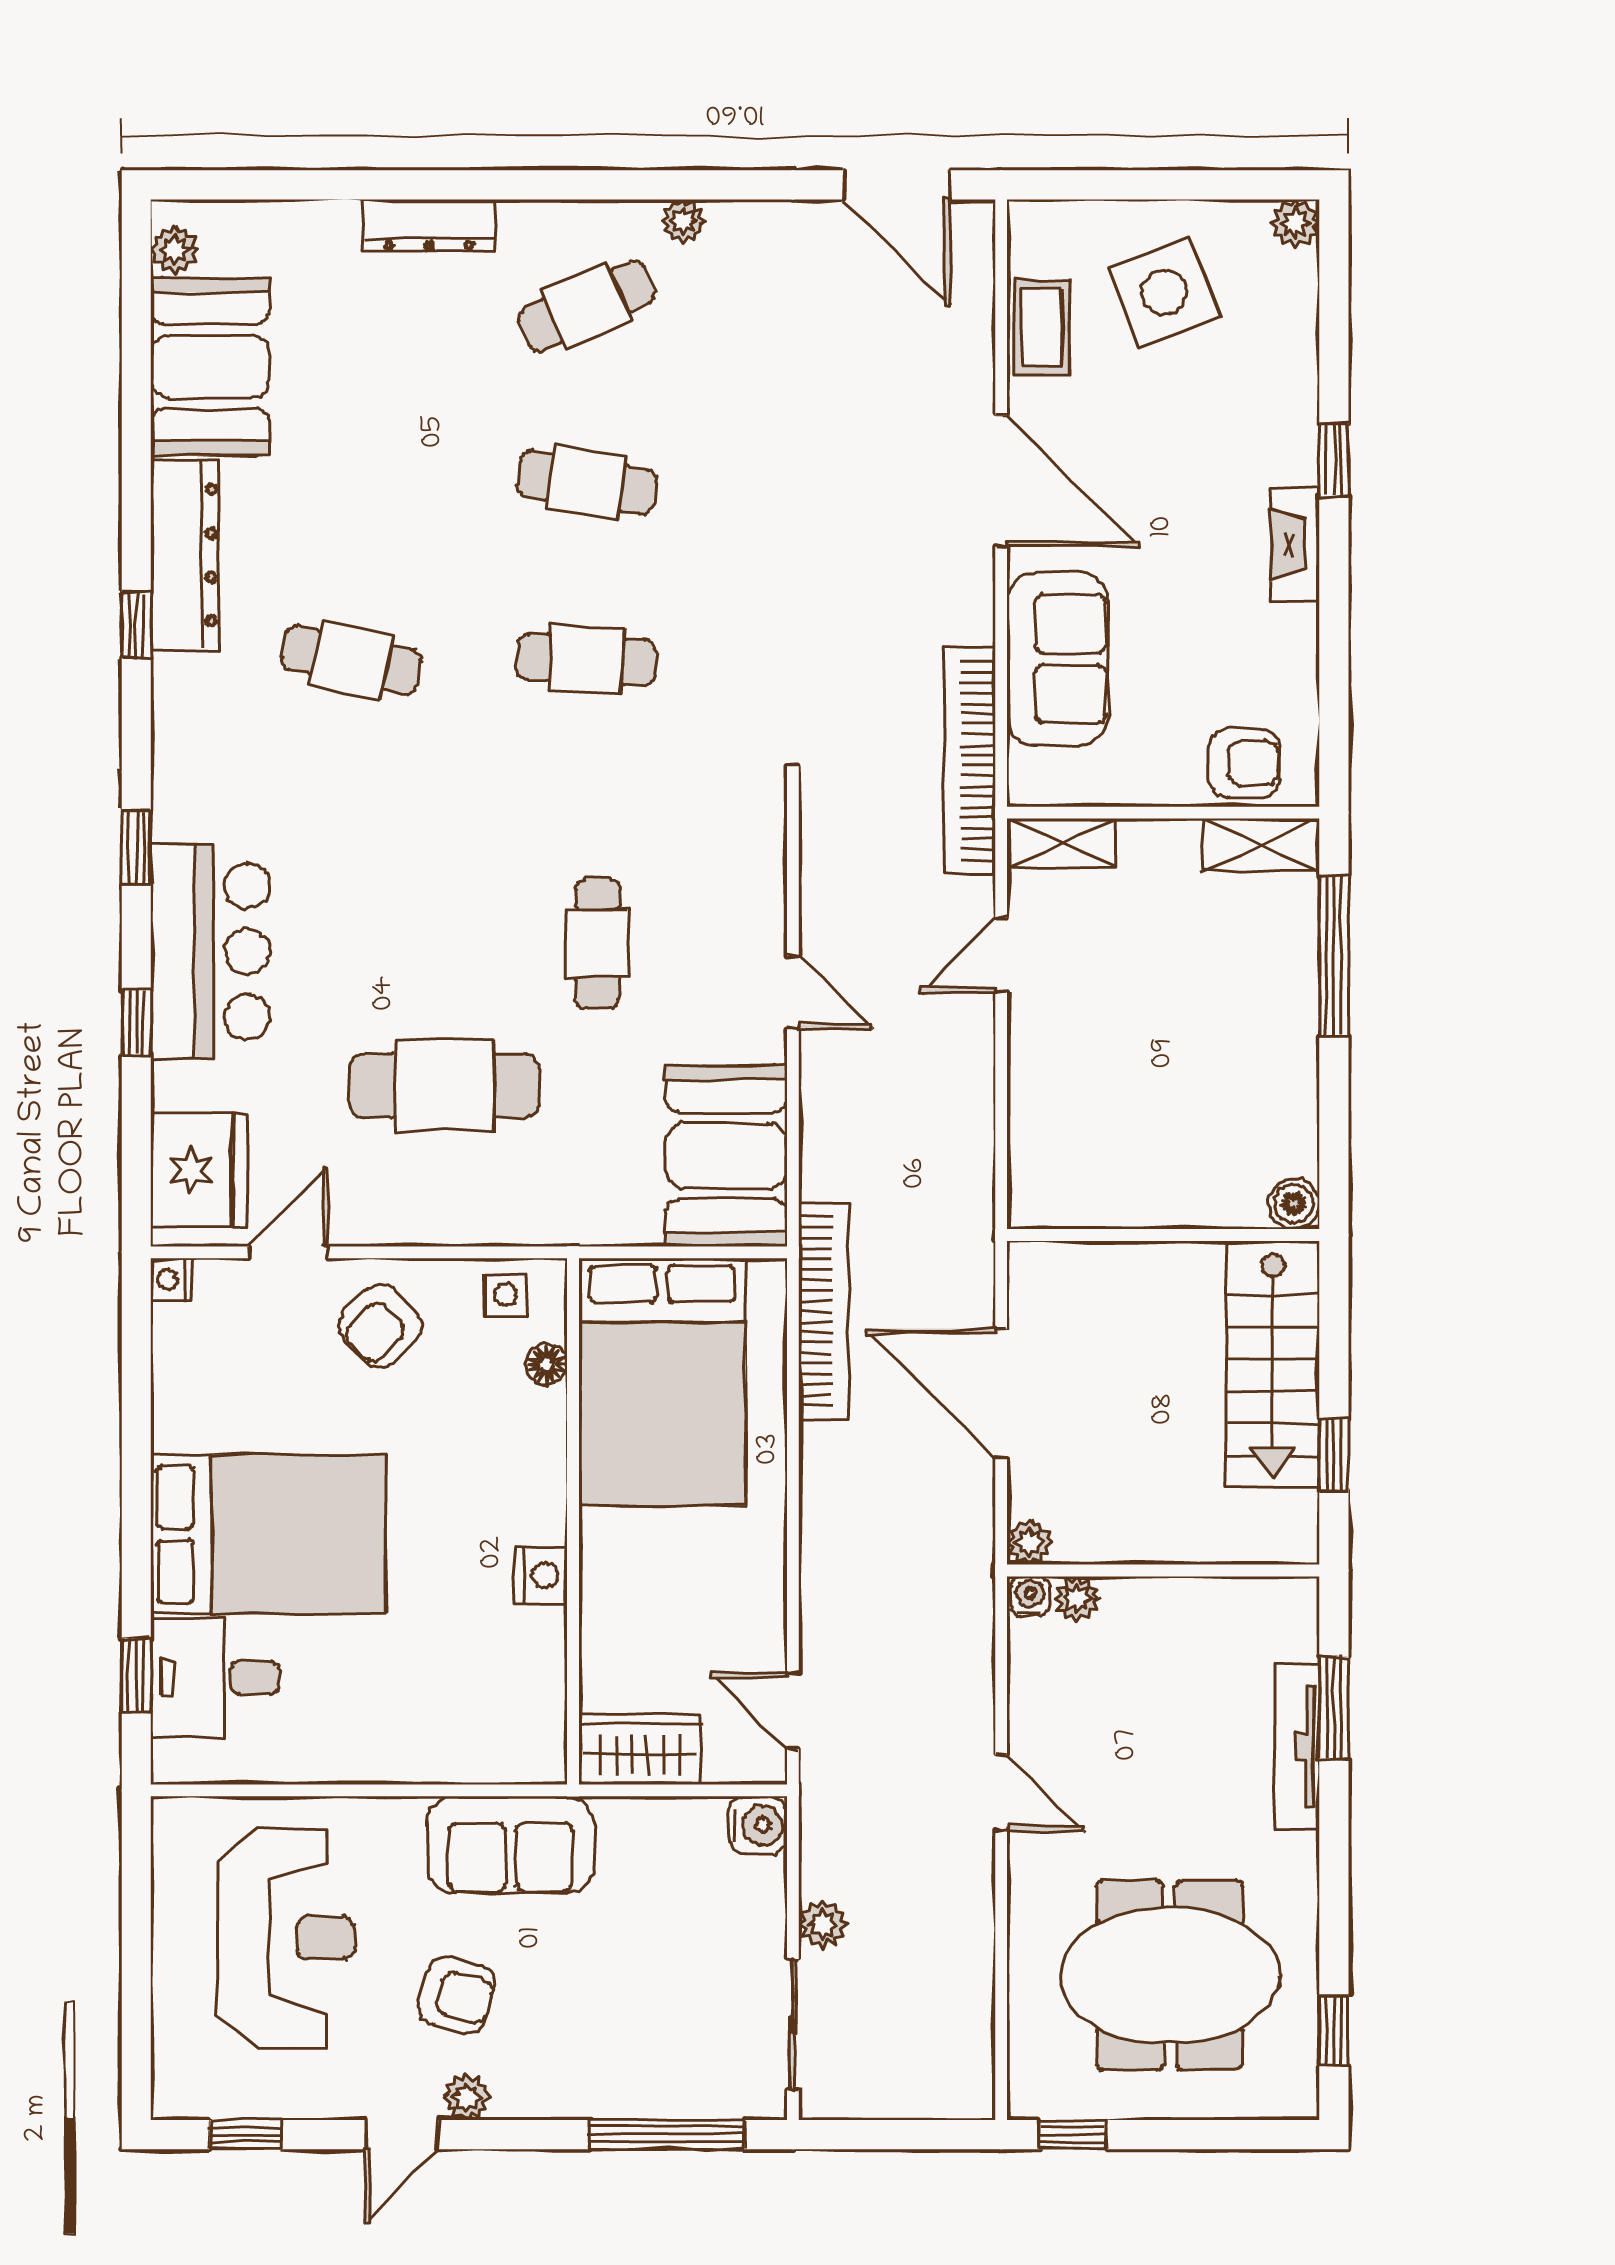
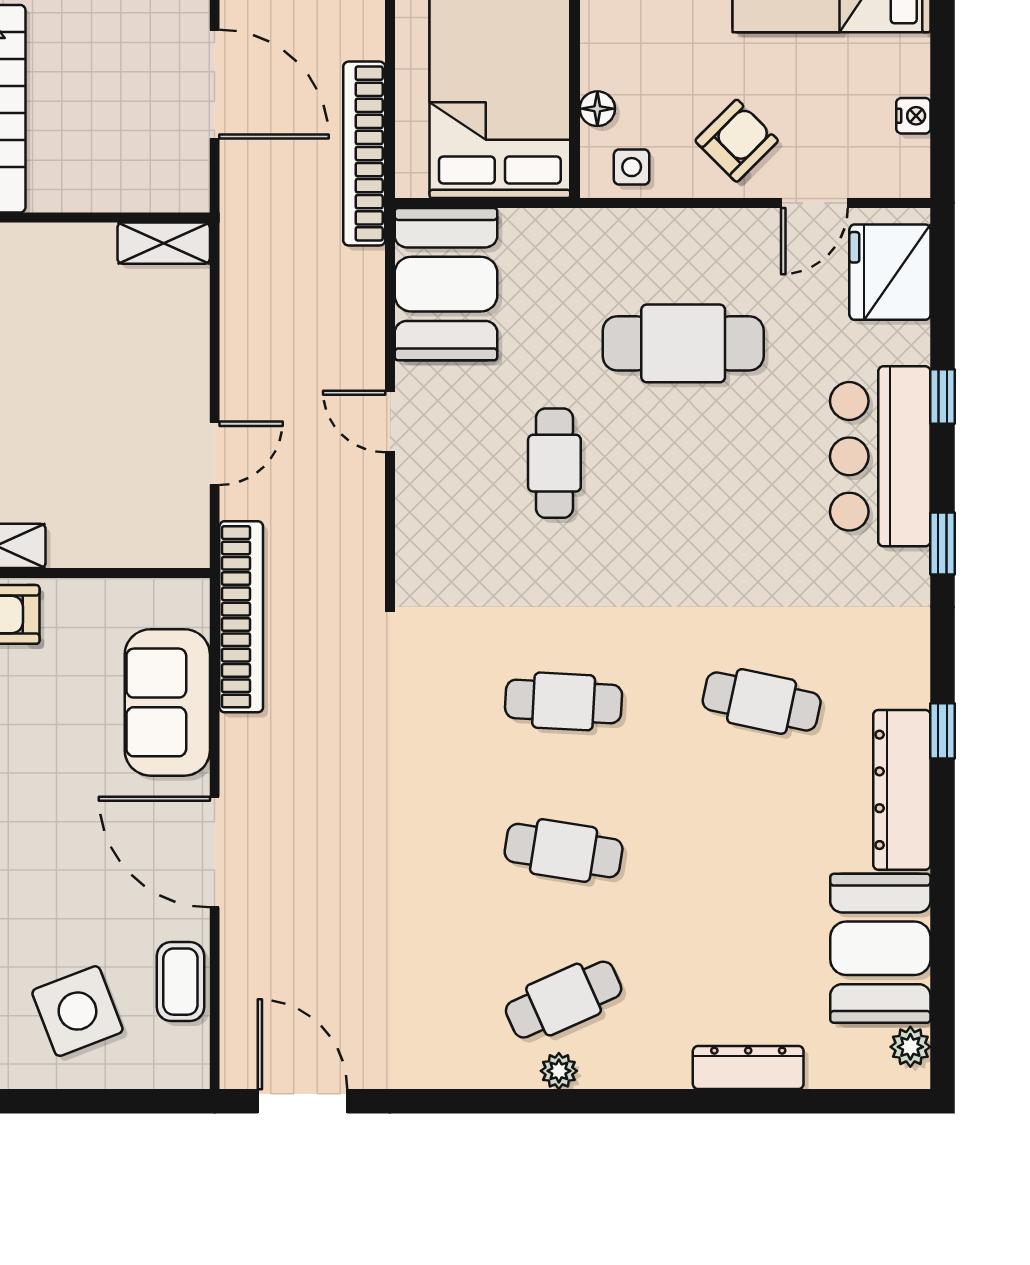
plant: (683, 221) -> (559, 1071), moved
dresser: (429, 225) -> (748, 1067), moved
shelving: (1062, 843) -> (164, 243), moved
nightstand: (171, 1279) -> (913, 116), moved

